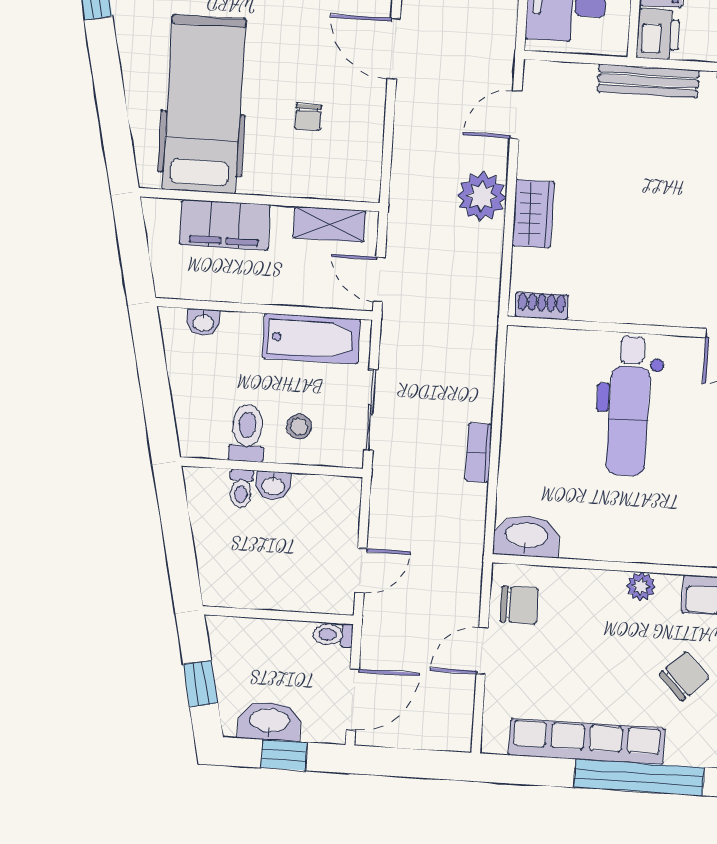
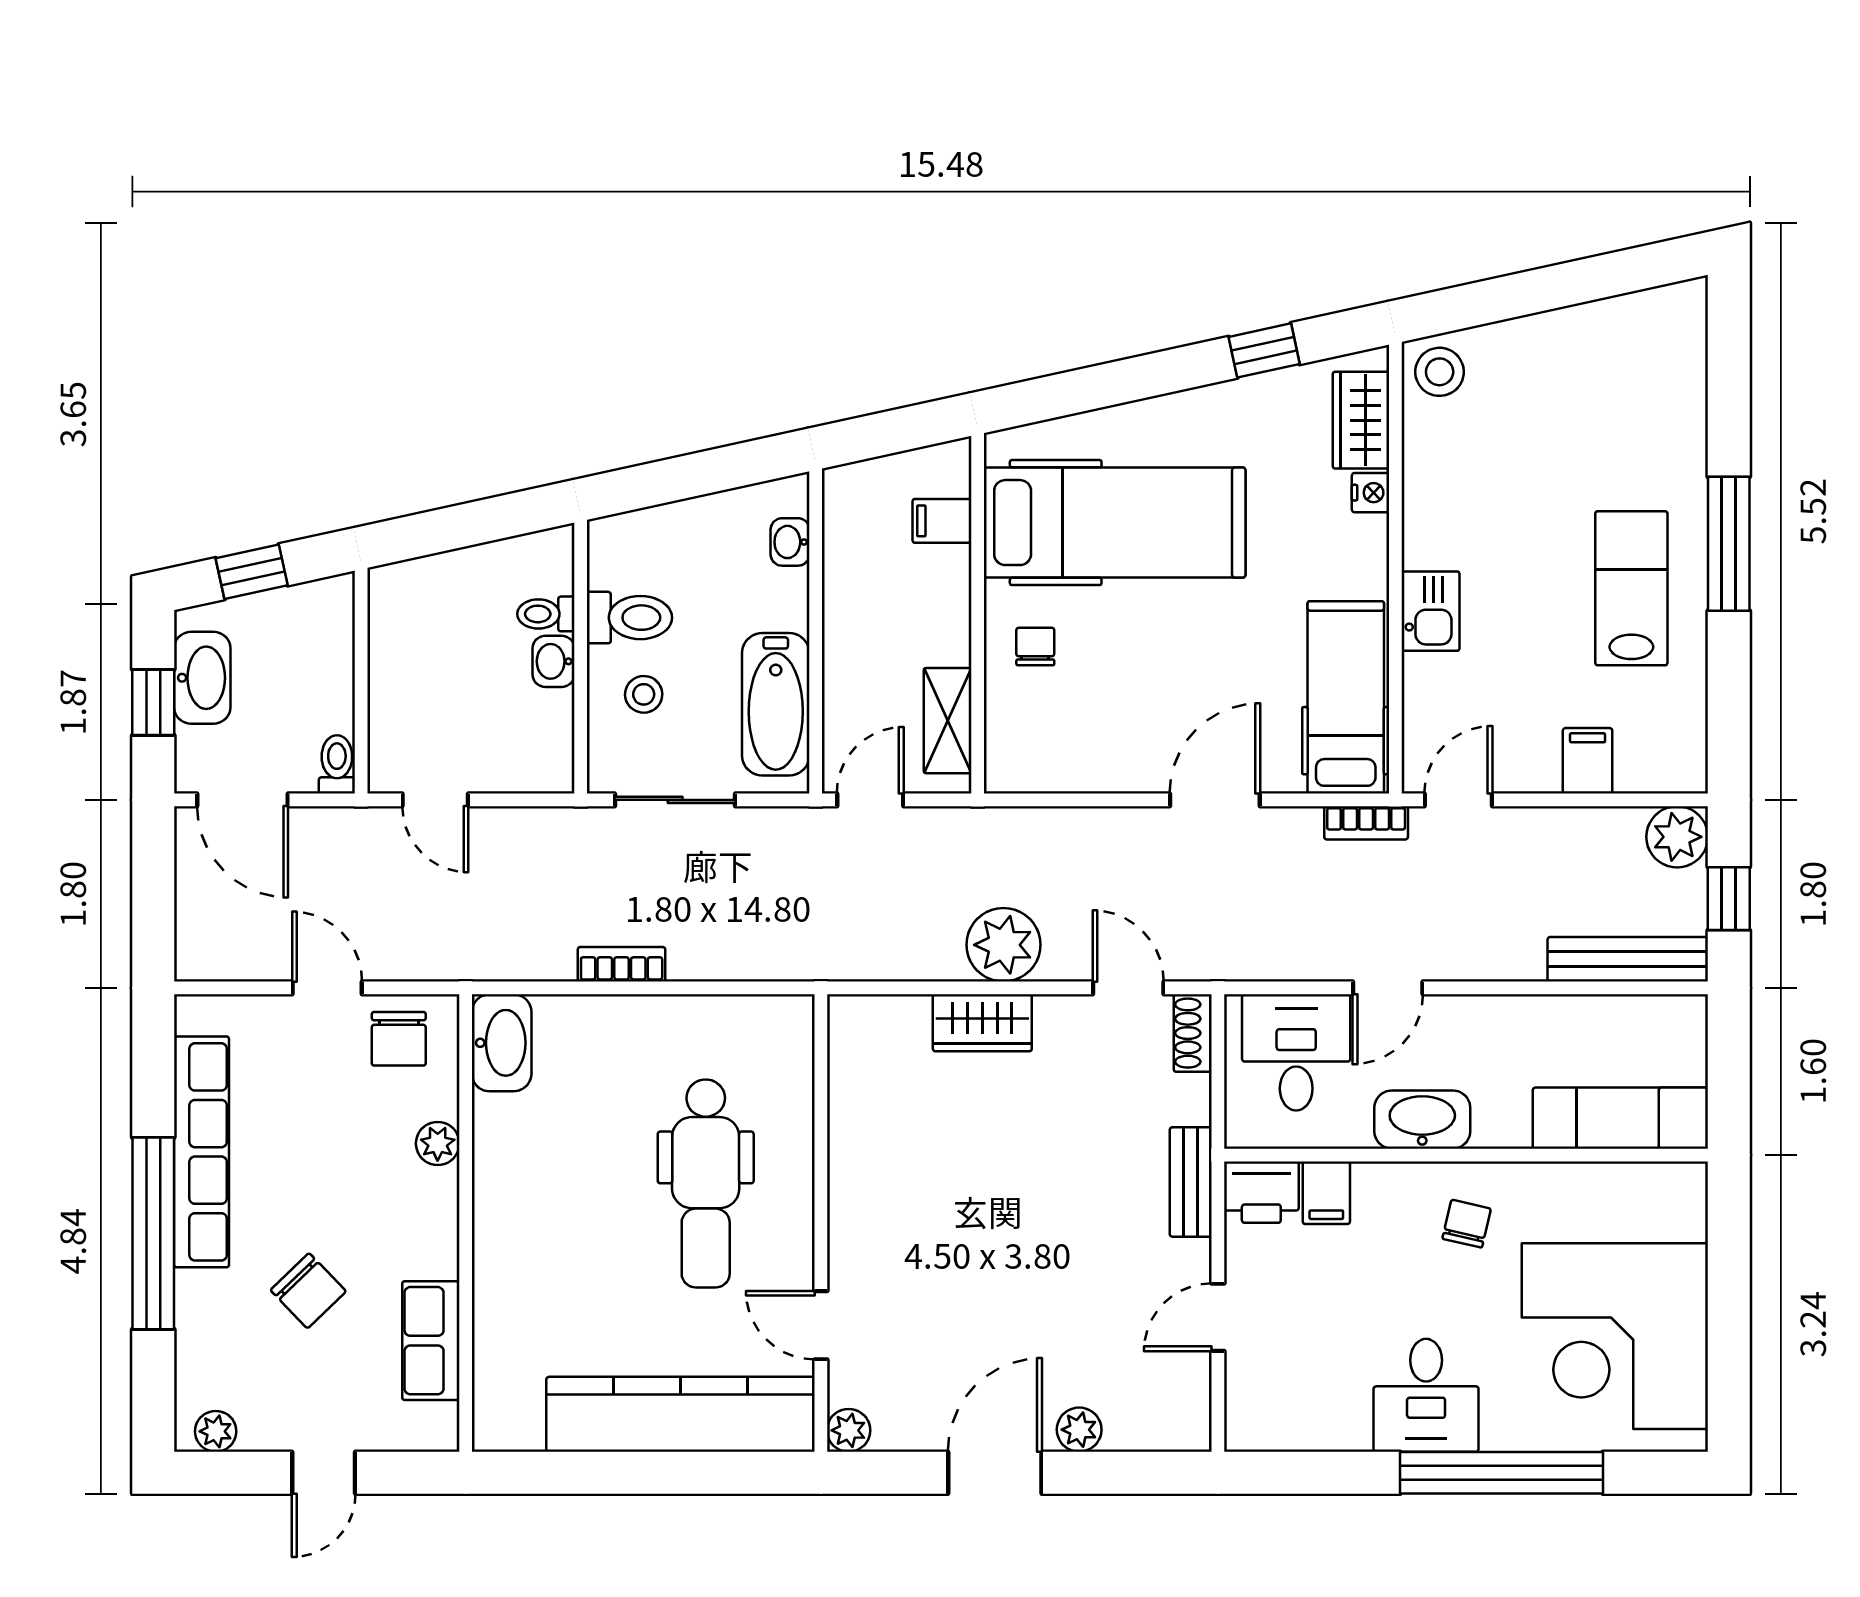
bench: (648, 81) -> (1191, 1182), width x0.73
chair: (308, 117) -> (1035, 647), moved, turned 90
filing cabinet: (225, 225) -> (942, 521), width x0.33, depth x0.86
shoe rack: (542, 306) -> (1193, 1033), moved, turned 180
dental chair: (629, 406) -> (706, 1183), turned -90
plant: (641, 586) -> (438, 1143), moved

